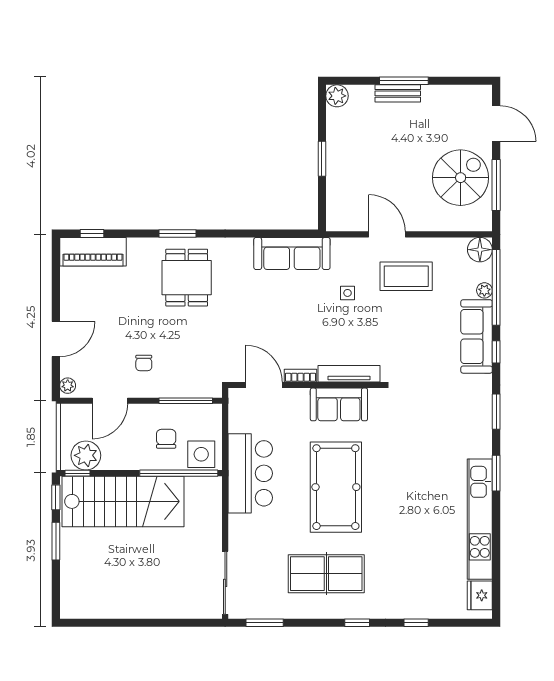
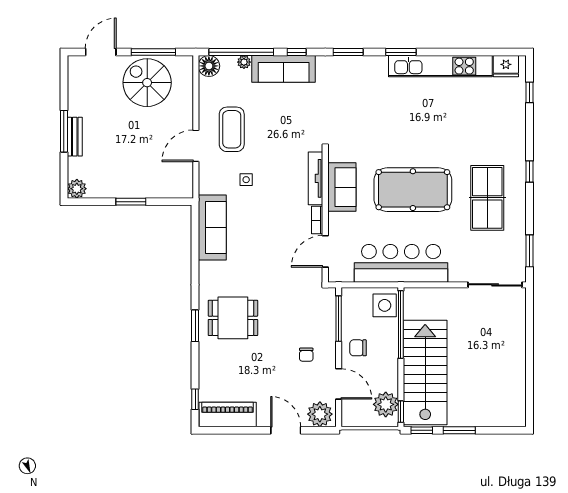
piano: (93, 252) -> (228, 414), moved, turned -90
chair: (144, 363) -> (306, 355), turned 90
plant: (68, 386) -> (320, 414), width x1.87, depth x1.87
chair: (166, 439) -> (358, 348), moved
bar counter: (250, 473) -> (401, 263), width x1.36
window: (416, 623) -> (529, 92), moved

